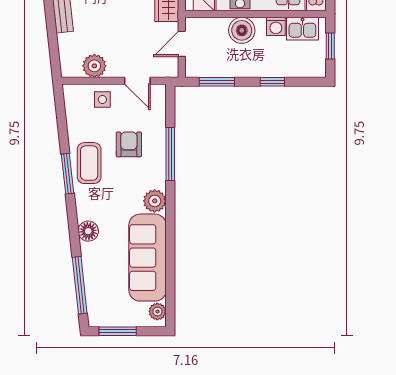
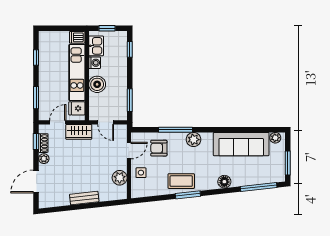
window: (272, 82) -> (130, 49), moved
armchair: (129, 144) -> (159, 148), moved
plant: (155, 201) -> (193, 140), moved

